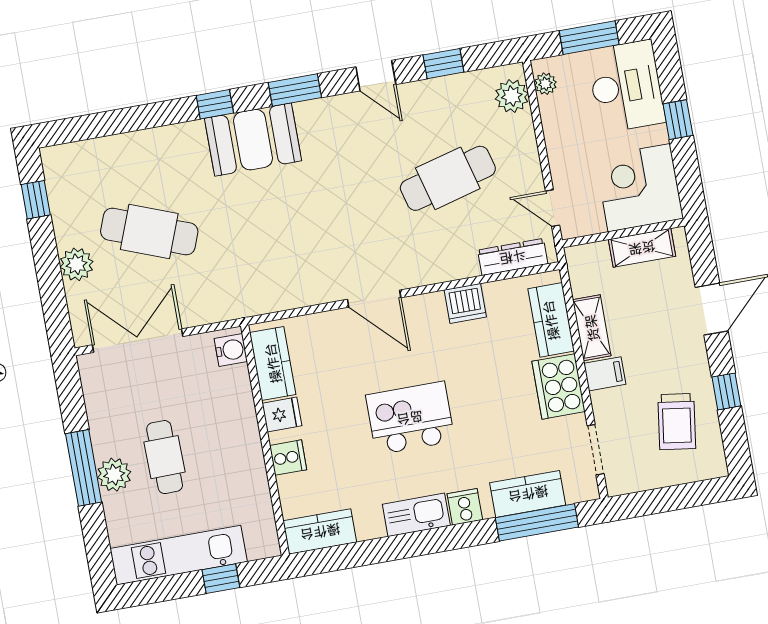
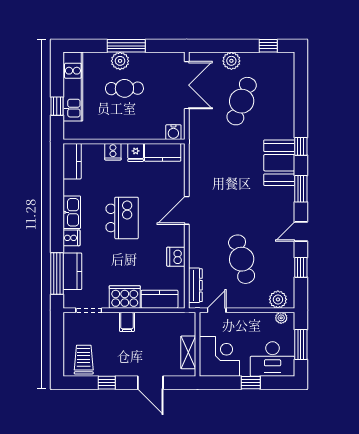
shelving: (592, 328) -> (152, 319), removed
trolley: (677, 422) -> (84, 360), moved, turned 82

